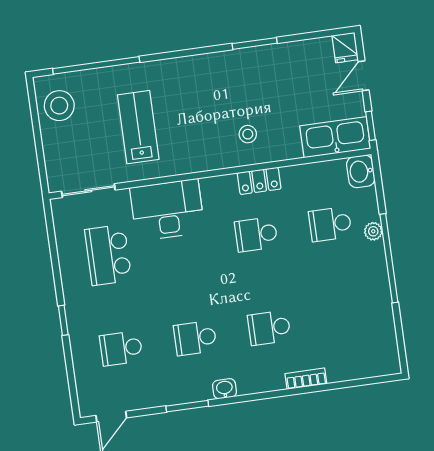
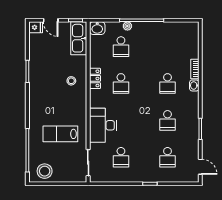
school desk: (108, 255) -> (121, 157), width x0.54
washbasin: (225, 389) -> (194, 85), moved

